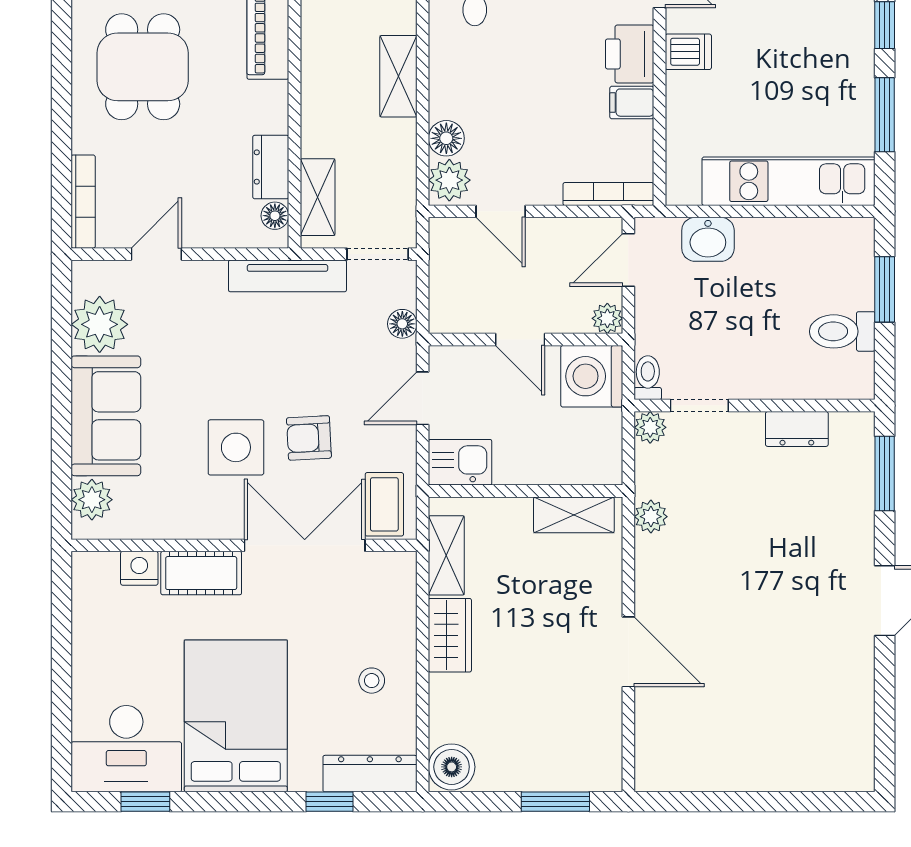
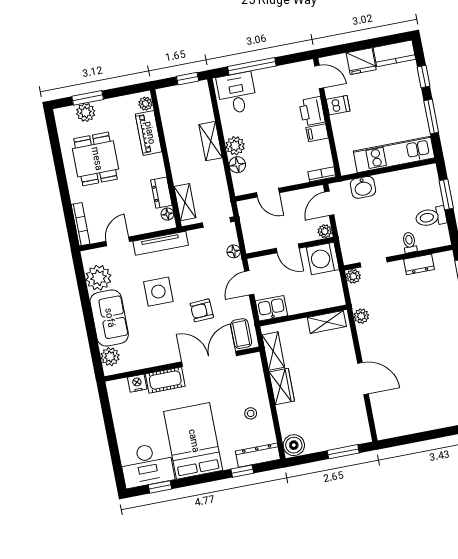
plant: (449, 180) -> (235, 146), moved
bookcase: (608, 194) -> (322, 174), width x0.64
tv unit: (287, 276) -> (161, 243), moved
toilet: (648, 378) -> (410, 242), moved
side table: (236, 447) -> (158, 292), moved

